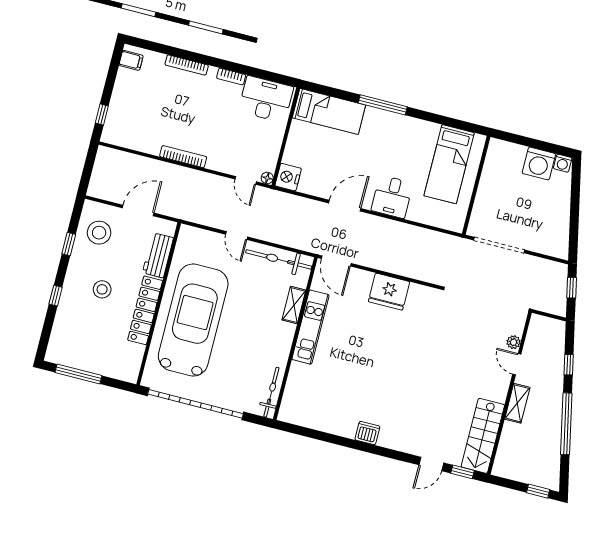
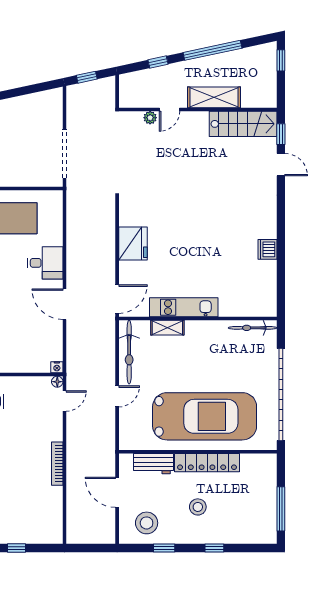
window: (102, 115) -> (17, 548), moved
nightstand: (288, 177) -> (57, 367), width x0.53, depth x0.56
car: (193, 320) -> (205, 416), turned 180
shelving: (517, 403) -> (214, 97), width x1.50, depth x1.33
dishwasher: (367, 433) -> (267, 249), moved

